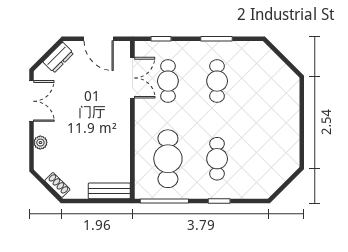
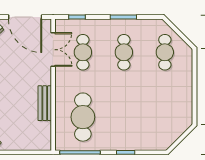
door: (99, 39) -> (25, 17), width x1.36
cafe table: (217, 159) -> (165, 52), moved
bench: (109, 191) -> (45, 103), moved, turned 90

